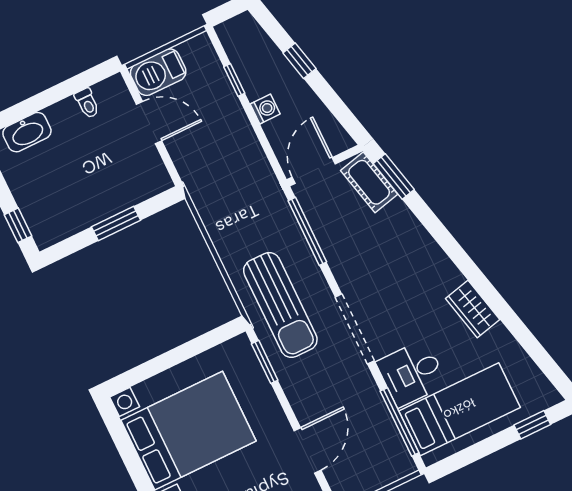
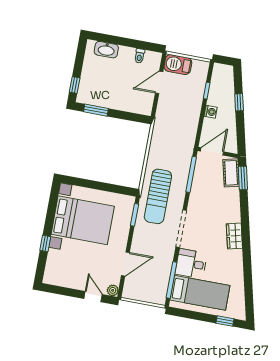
door: (149, 123) -> (159, 82), swing flipped
window: (116, 223) -> (96, 110), moved
wardrobe: (473, 309) -> (234, 236), moved

